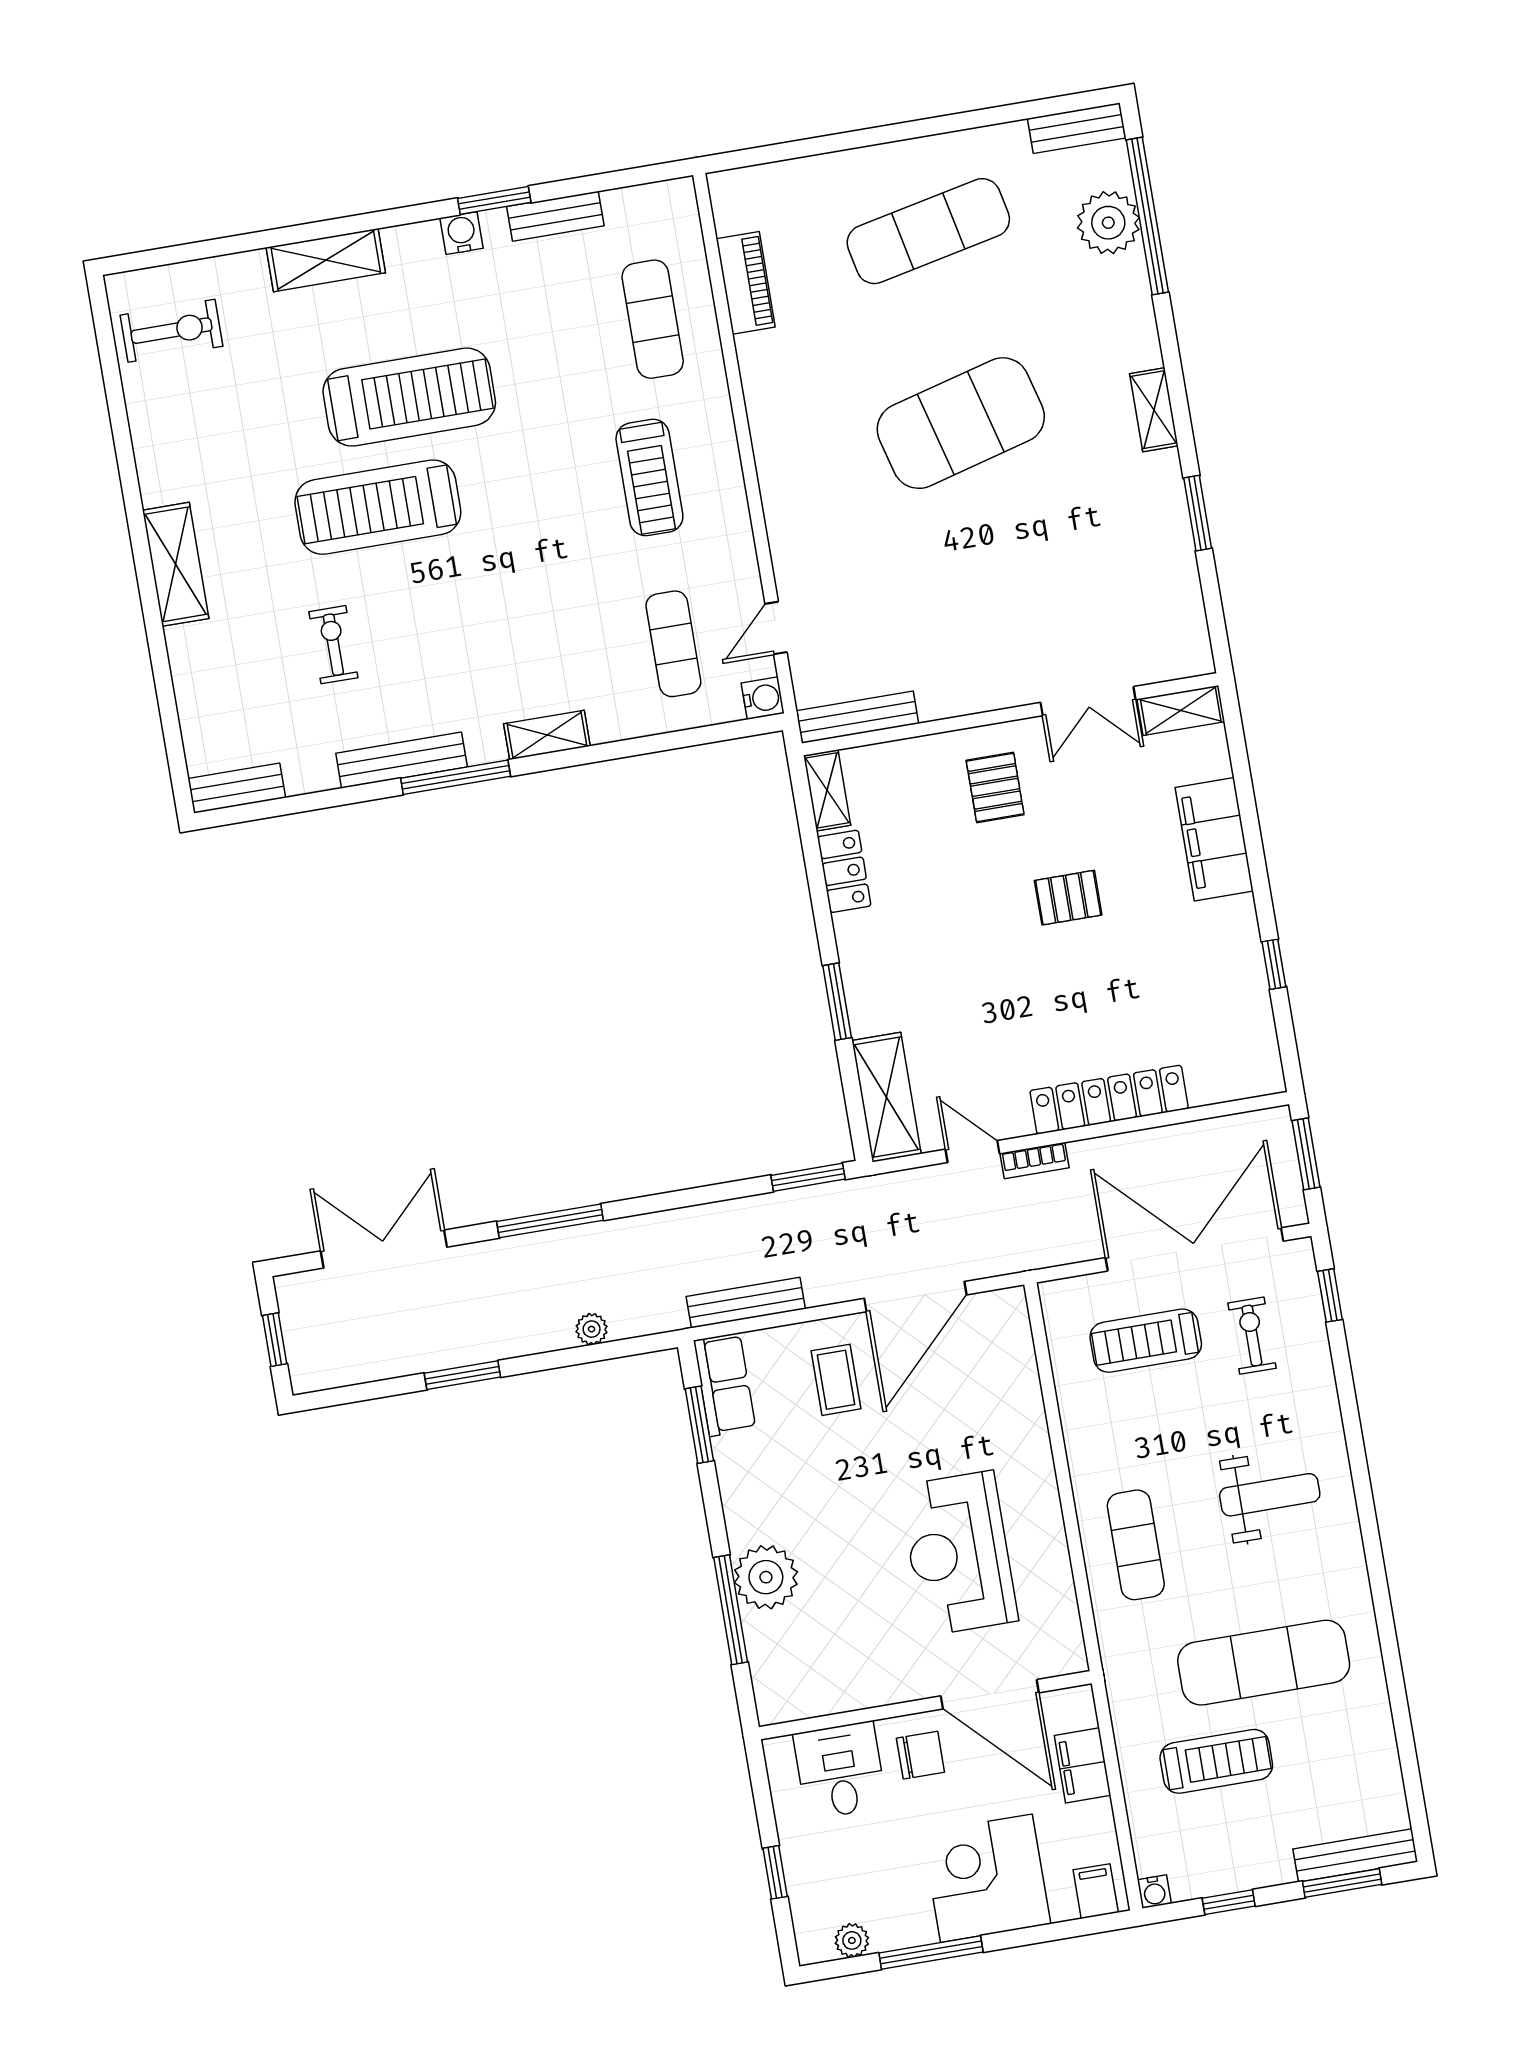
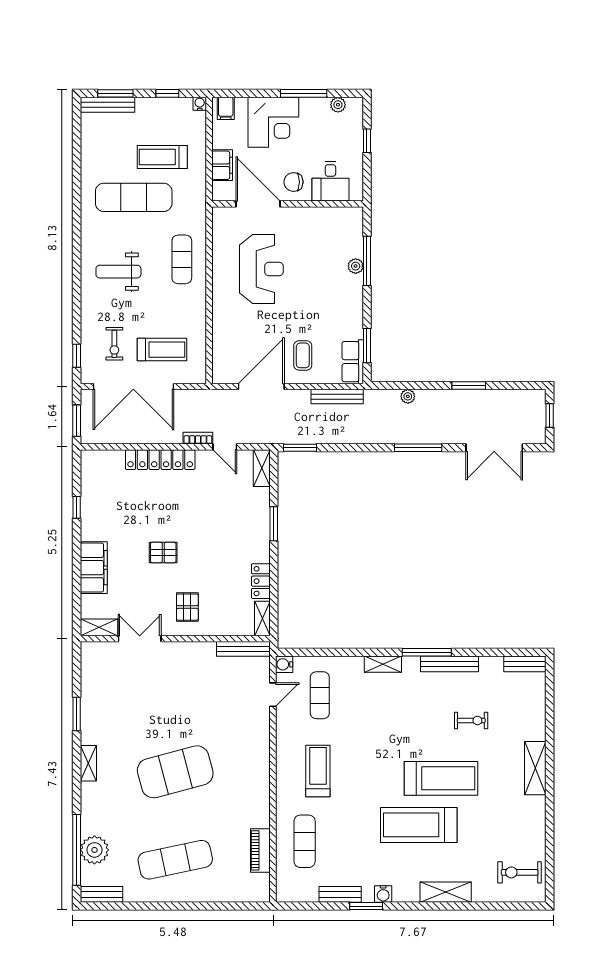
exercise bike: (333, 645) -> (471, 720), turned -90
shelving: (887, 1097) -> (262, 468), width x0.67, depth x0.75
plant: (766, 1577) -> (356, 266), width x0.53, depth x0.53

